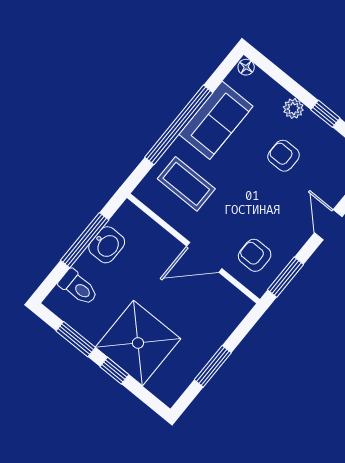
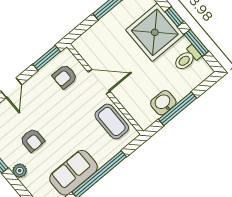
coffee table: (186, 184) -> (112, 121), moved
armchair: (255, 255) -> (65, 77), turned 90
toilet: (78, 287) -> (187, 58), moved, turned -90

